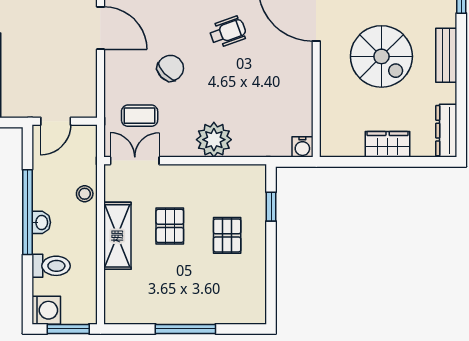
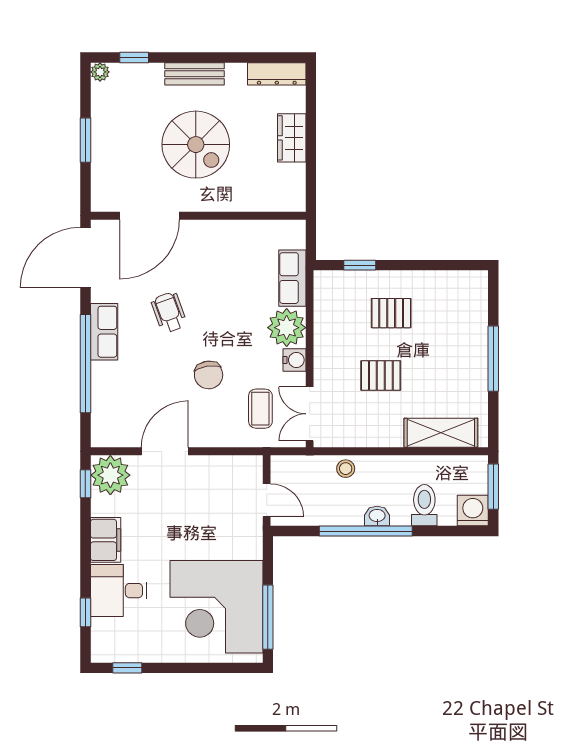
spiral stairs: (381, 56) -> (196, 145), turned 90
chair: (170, 68) -> (209, 375), turned -144
row of seats: (259, 145) -> (292, 278), added
water cooler: (302, 147) -> (295, 360), moved
shelving: (117, 236) -> (441, 433), moved

